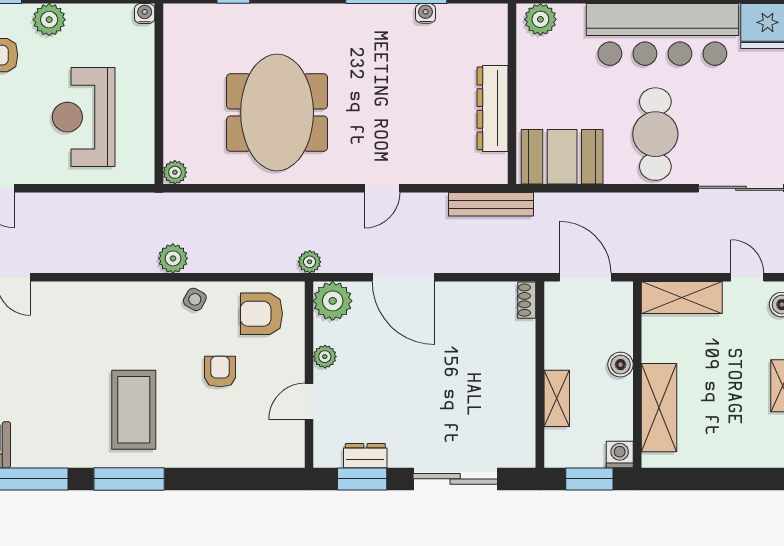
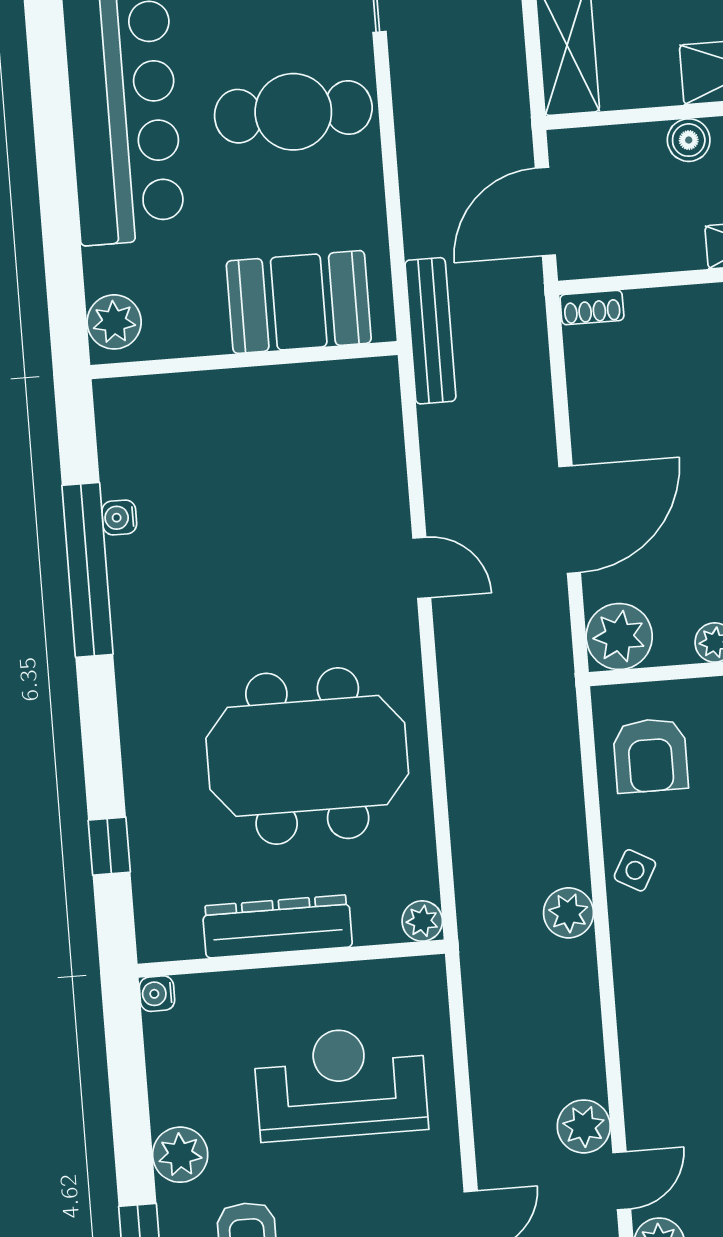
dresser: (492, 108) -> (277, 926), moved, turned 180
reception desk: (84, 117) -> (341, 1083), turned 180
booth: (562, 157) -> (299, 302), moved, turned 90
bench: (491, 204) -> (430, 331), moved
plant: (310, 262) -> (584, 1126), moved, width x1.38, depth x1.38

